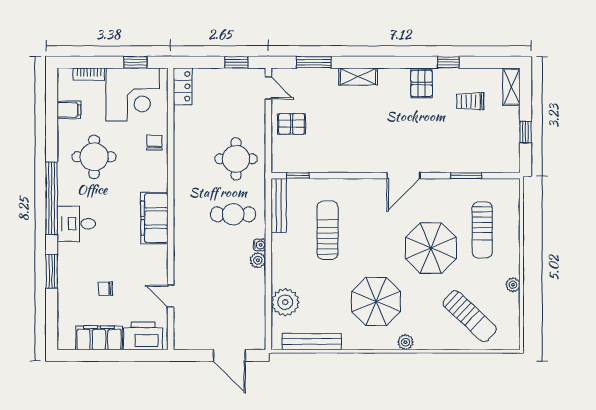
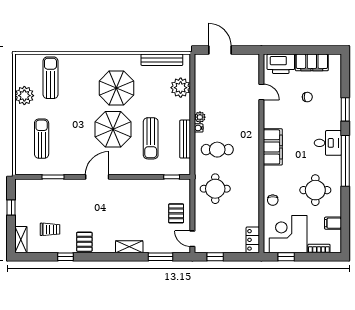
pallet: (292, 124) -> (176, 213), turned 90
bench: (279, 205) -> (185, 139), moved
parasol: (431, 248) -> (113, 129), moved
plant: (513, 285) -> (24, 96), width x1.87, depth x1.87
sun lounger: (470, 316) -> (50, 78), turned 47
plant: (405, 342) -> (96, 59), removed

